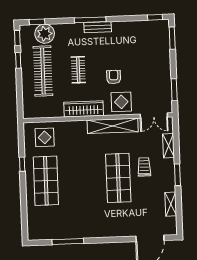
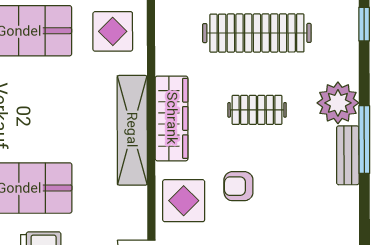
plant: (45, 34) -> (338, 103), moved
armchair: (114, 77) -> (238, 186), turned 180
shelving: (113, 126) -> (132, 130), moved

